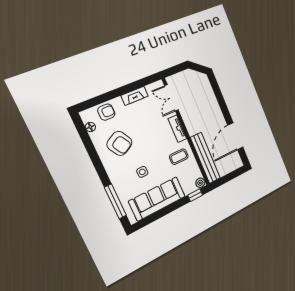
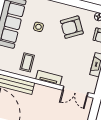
double door: (171, 98) -> (75, 91), swing flipped

